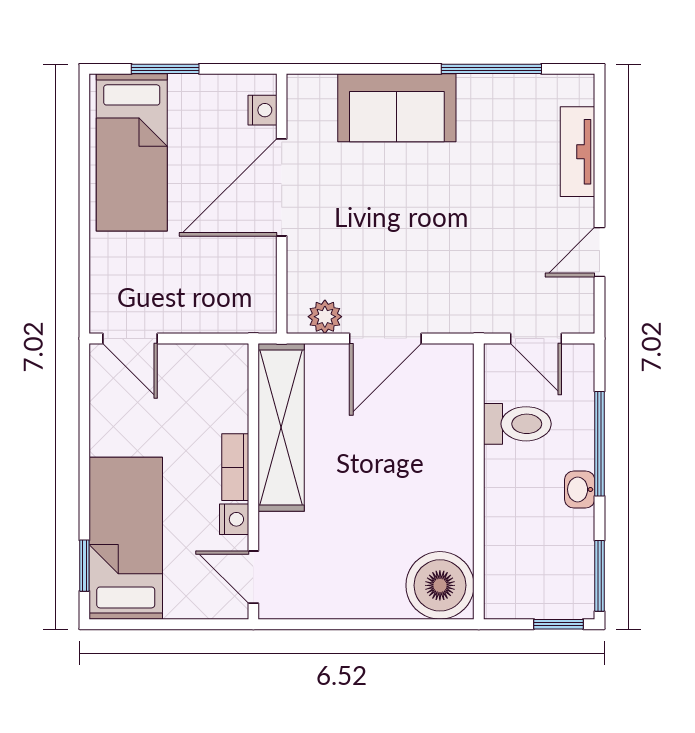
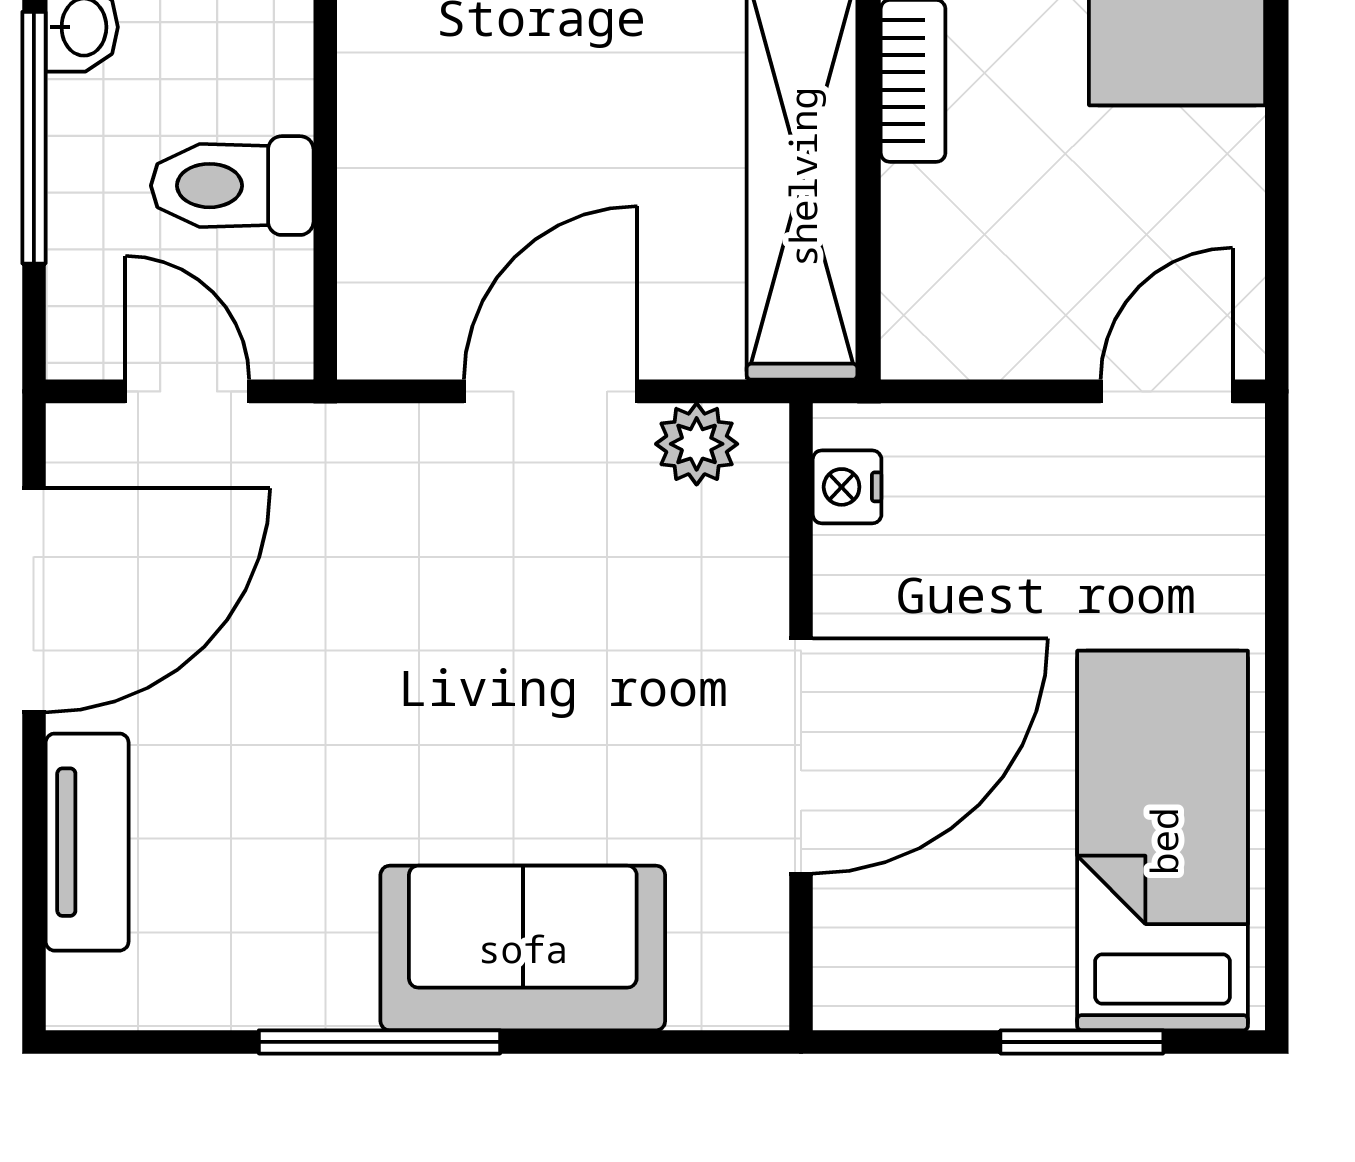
window: (491, 69) -> (380, 1042), moved
nightstand: (262, 110) -> (847, 487), moved
door: (599, 252) -> (34, 600), width x1.87
door: (130, 339) -> (1167, 391), hinge flipped

